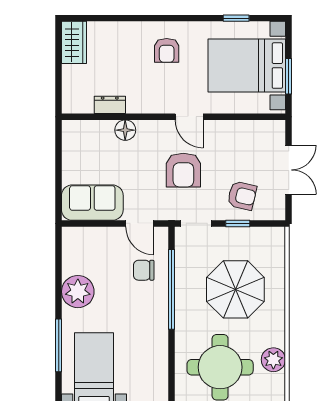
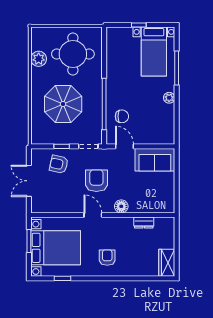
floor lamp: (125, 130) -> (121, 206), moved
plant: (78, 292) -> (169, 98), width x0.53, depth x0.53

